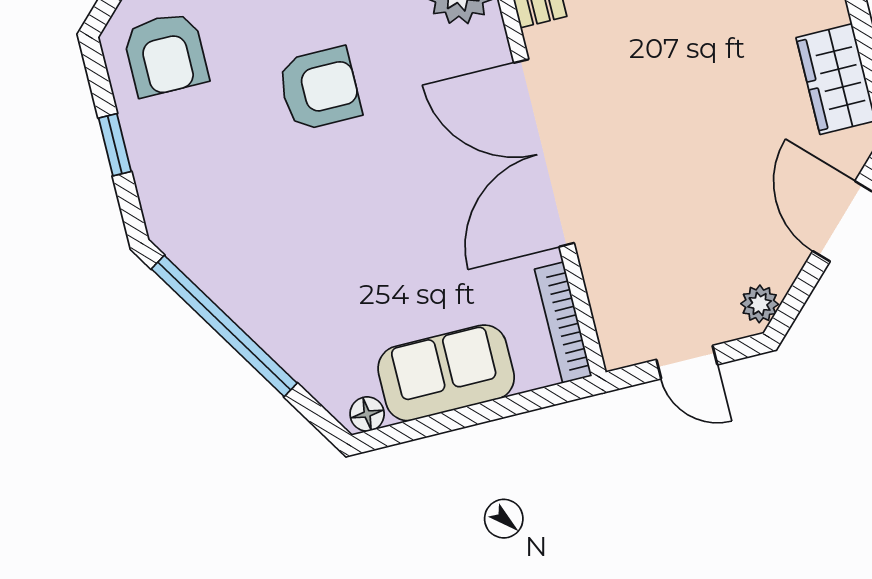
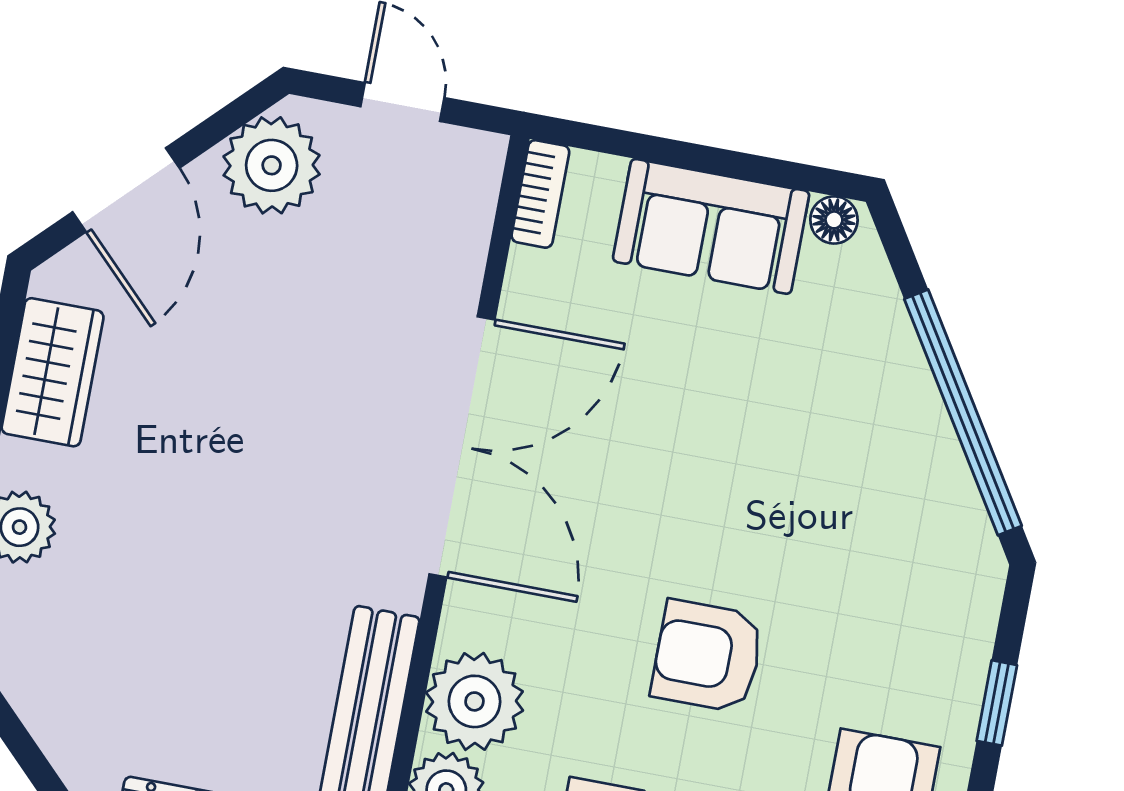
plant: (760, 304) -> (272, 165), width x1.88, depth x1.88
bookcase: (563, 323) -> (540, 194), width x0.64

